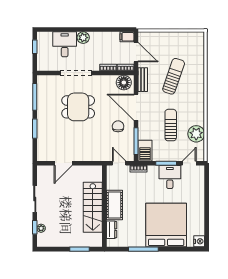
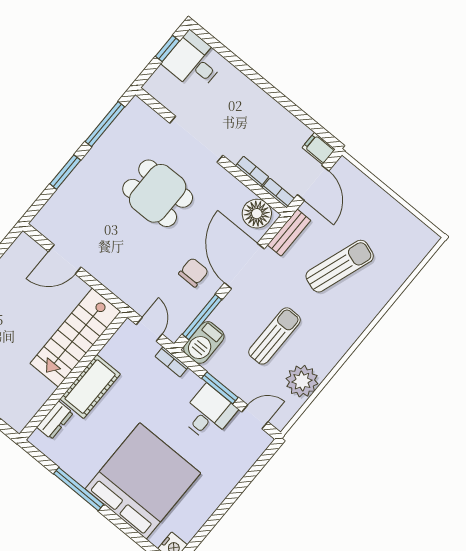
plant: (83, 38) -> (252, 95), removed
desk: (65, 44) -> (194, 62), moved, turned -90
stairs: (93, 207) -> (75, 338), moved

